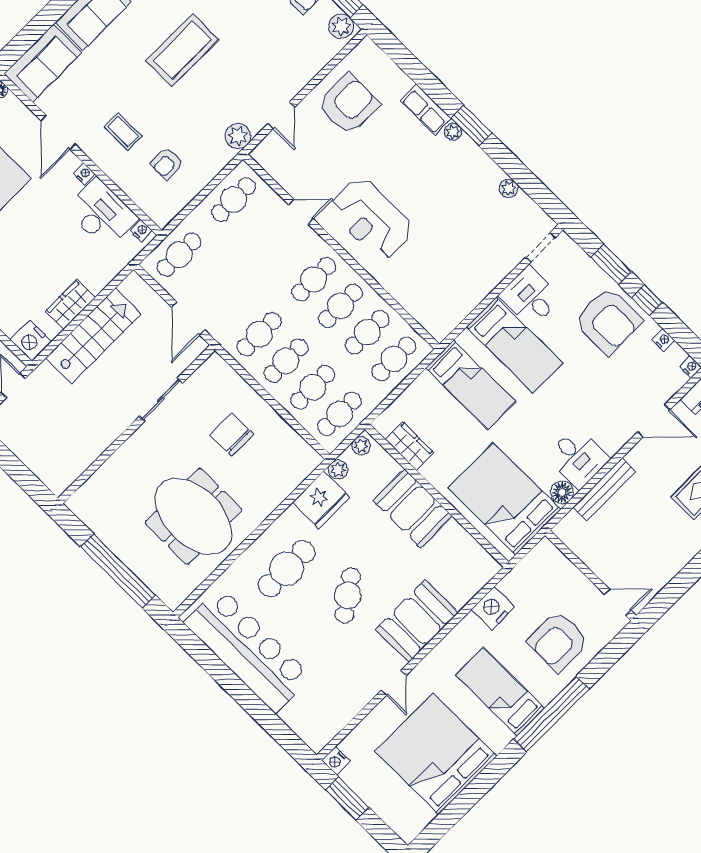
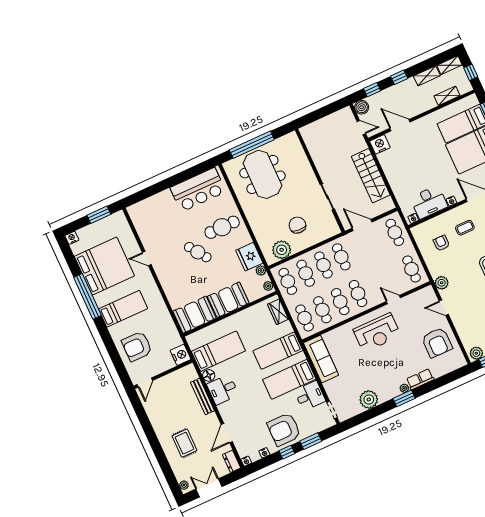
plant: (509, 188) -> (369, 399), width x1.88, depth x1.88
door: (301, 212) -> (393, 300), swing flipped
reception desk: (371, 219) -> (377, 333), turned 180
sofa: (457, 301) -> (321, 359), added
wardrobe: (70, 304) -> (390, 170), removed
chair: (232, 435) -> (297, 225), turned -86
plant: (287, 446) -> (282, 250), added
wardrobe: (409, 446) -> (278, 312), moved, turned 90
bed: (504, 499) -> (218, 351), width x0.67
meeting table: (193, 516) -> (262, 174), moved, turned 90
cafe table: (287, 569) -> (222, 227), turned 90
nightstand: (493, 608) -> (181, 355), moved
booth: (417, 621) -> (195, 315), moved, turned 90
armchair: (558, 641) -> (137, 346), turned -90
bar counter: (248, 650) -> (198, 190), width x0.73
window: (551, 714) -> (87, 296), moved
nightstand: (336, 761) -> (72, 238), moved

